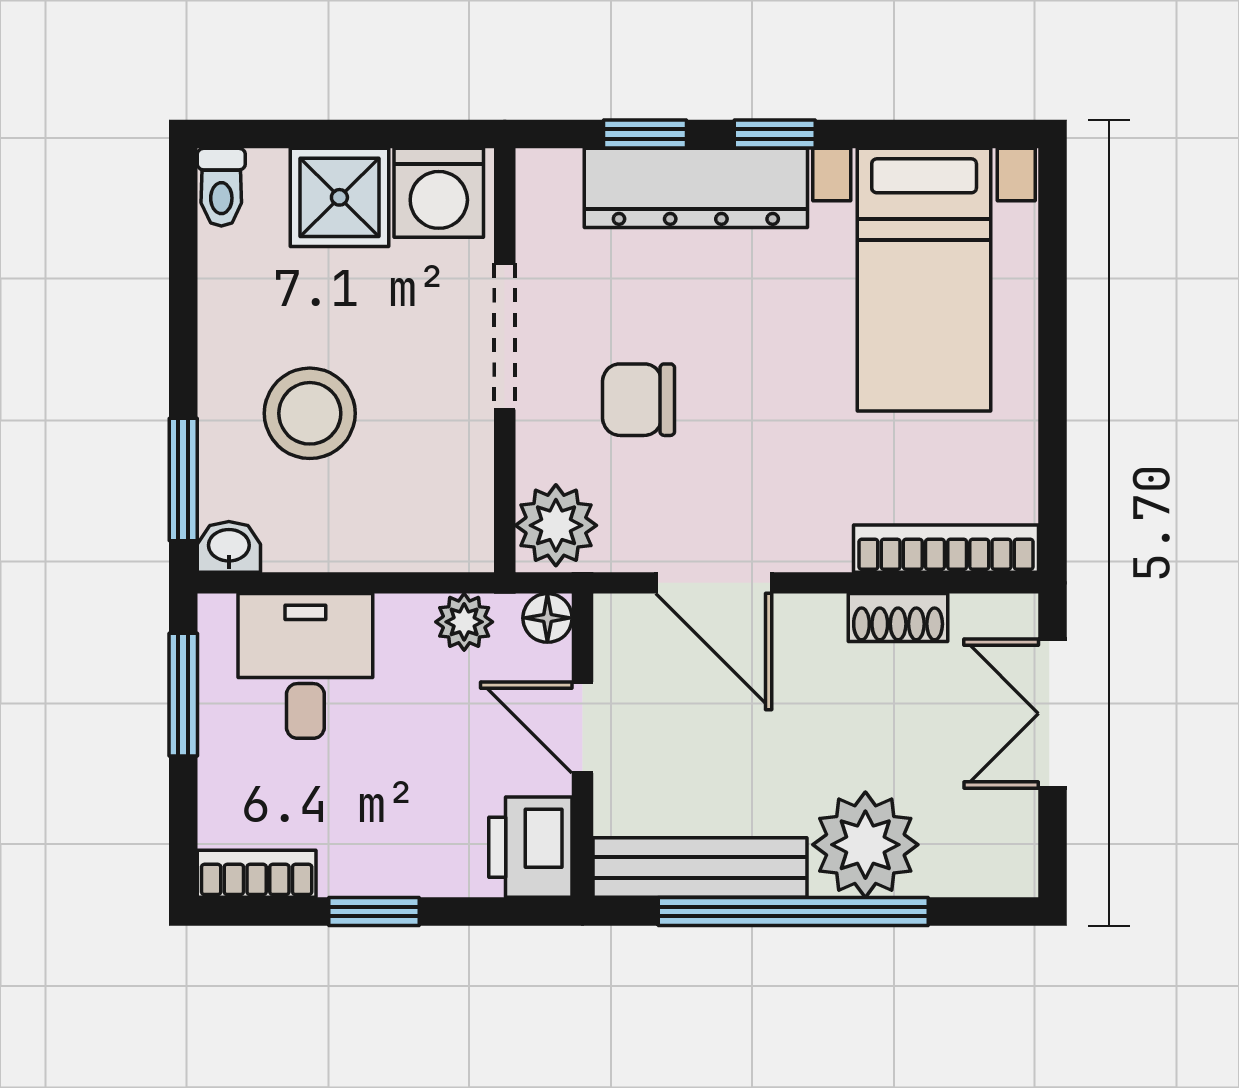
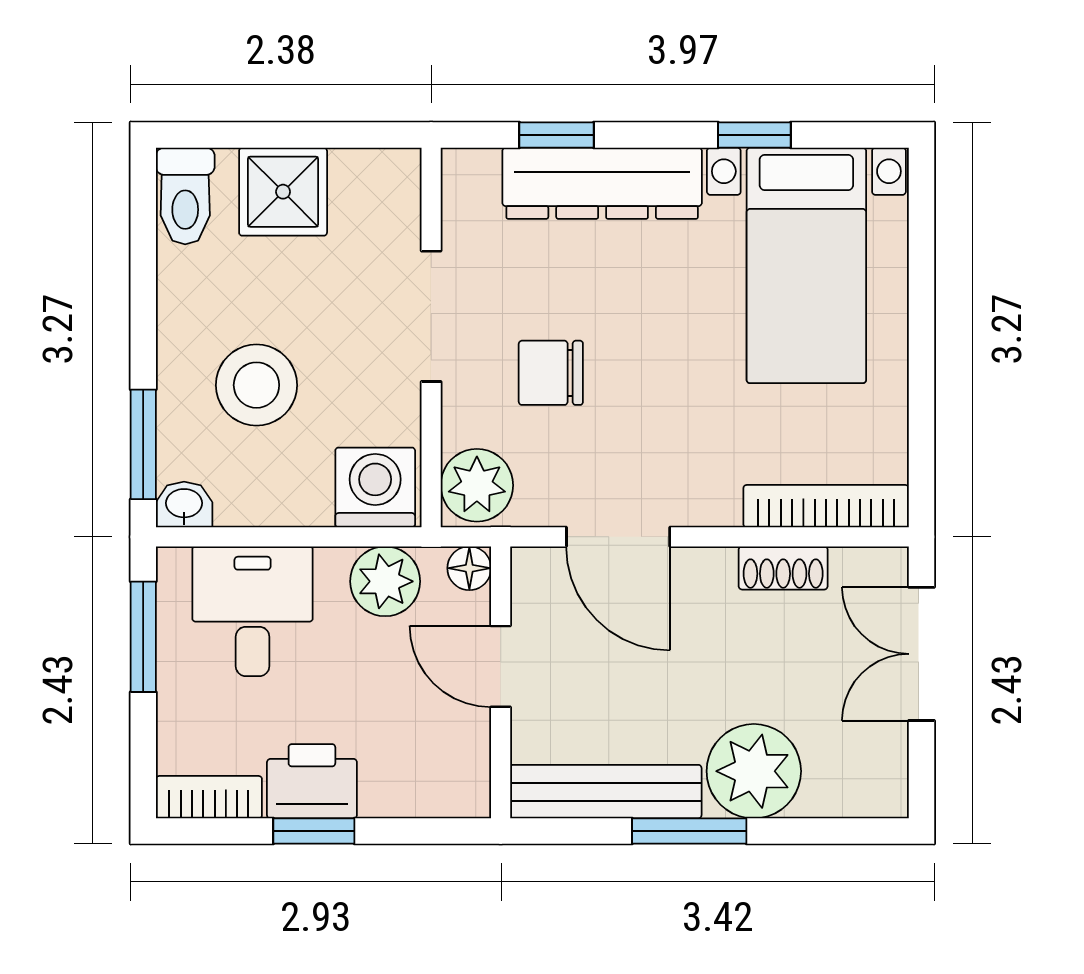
window: (775, 134) -> (754, 135), moved
toilet: (221, 187) -> (185, 196), width x1.37, depth x1.39
washing machine: (439, 193) -> (375, 487), moved, turned 180
plant: (464, 622) -> (385, 581), width x1.38, depth x1.38
printer: (530, 847) -> (312, 781), moved, turned 90
window: (793, 912) -> (689, 831), width x0.47

